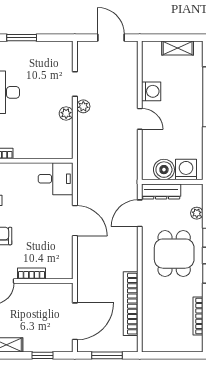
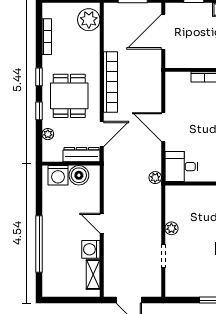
shelving: (178, 48) -> (93, 274), moved, turned 90
plant: (83, 106) -> (155, 178), moved
bookcase: (131, 304) -> (110, 82), moved
plant: (153, 334) -> (89, 20), added

